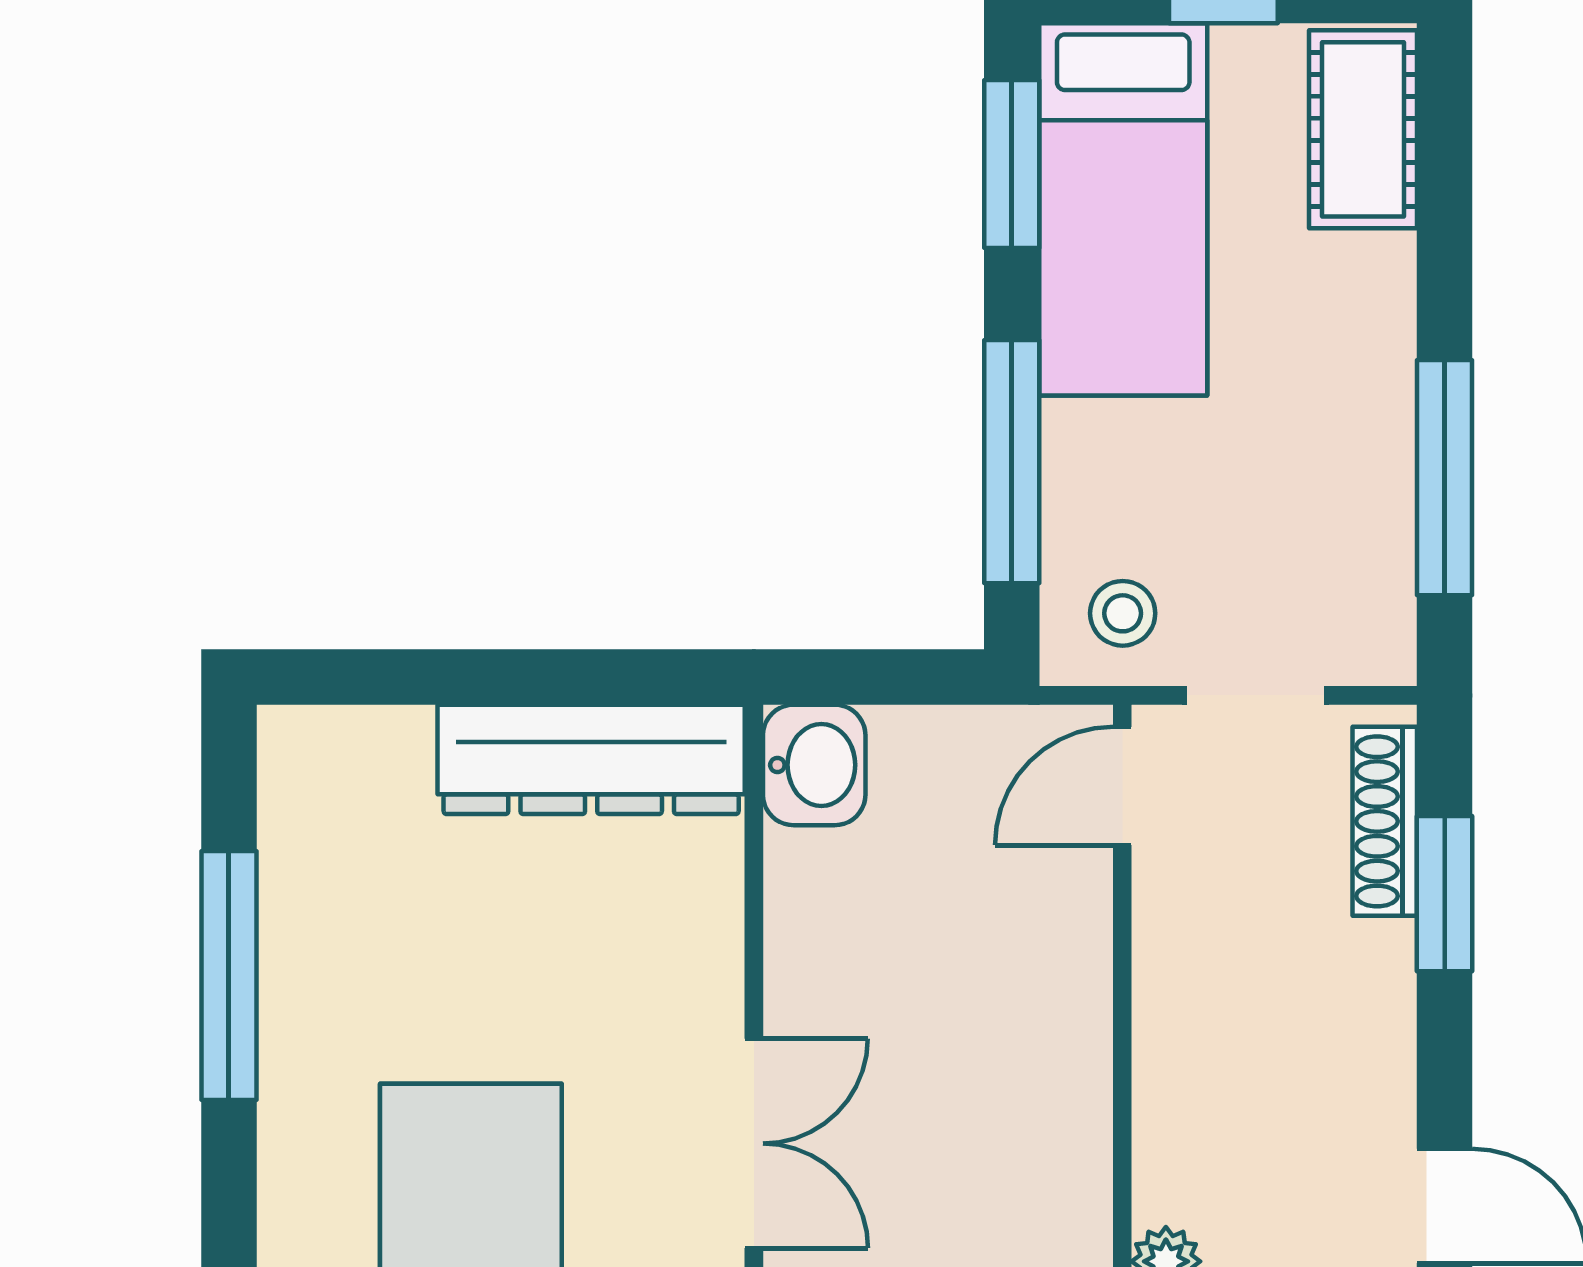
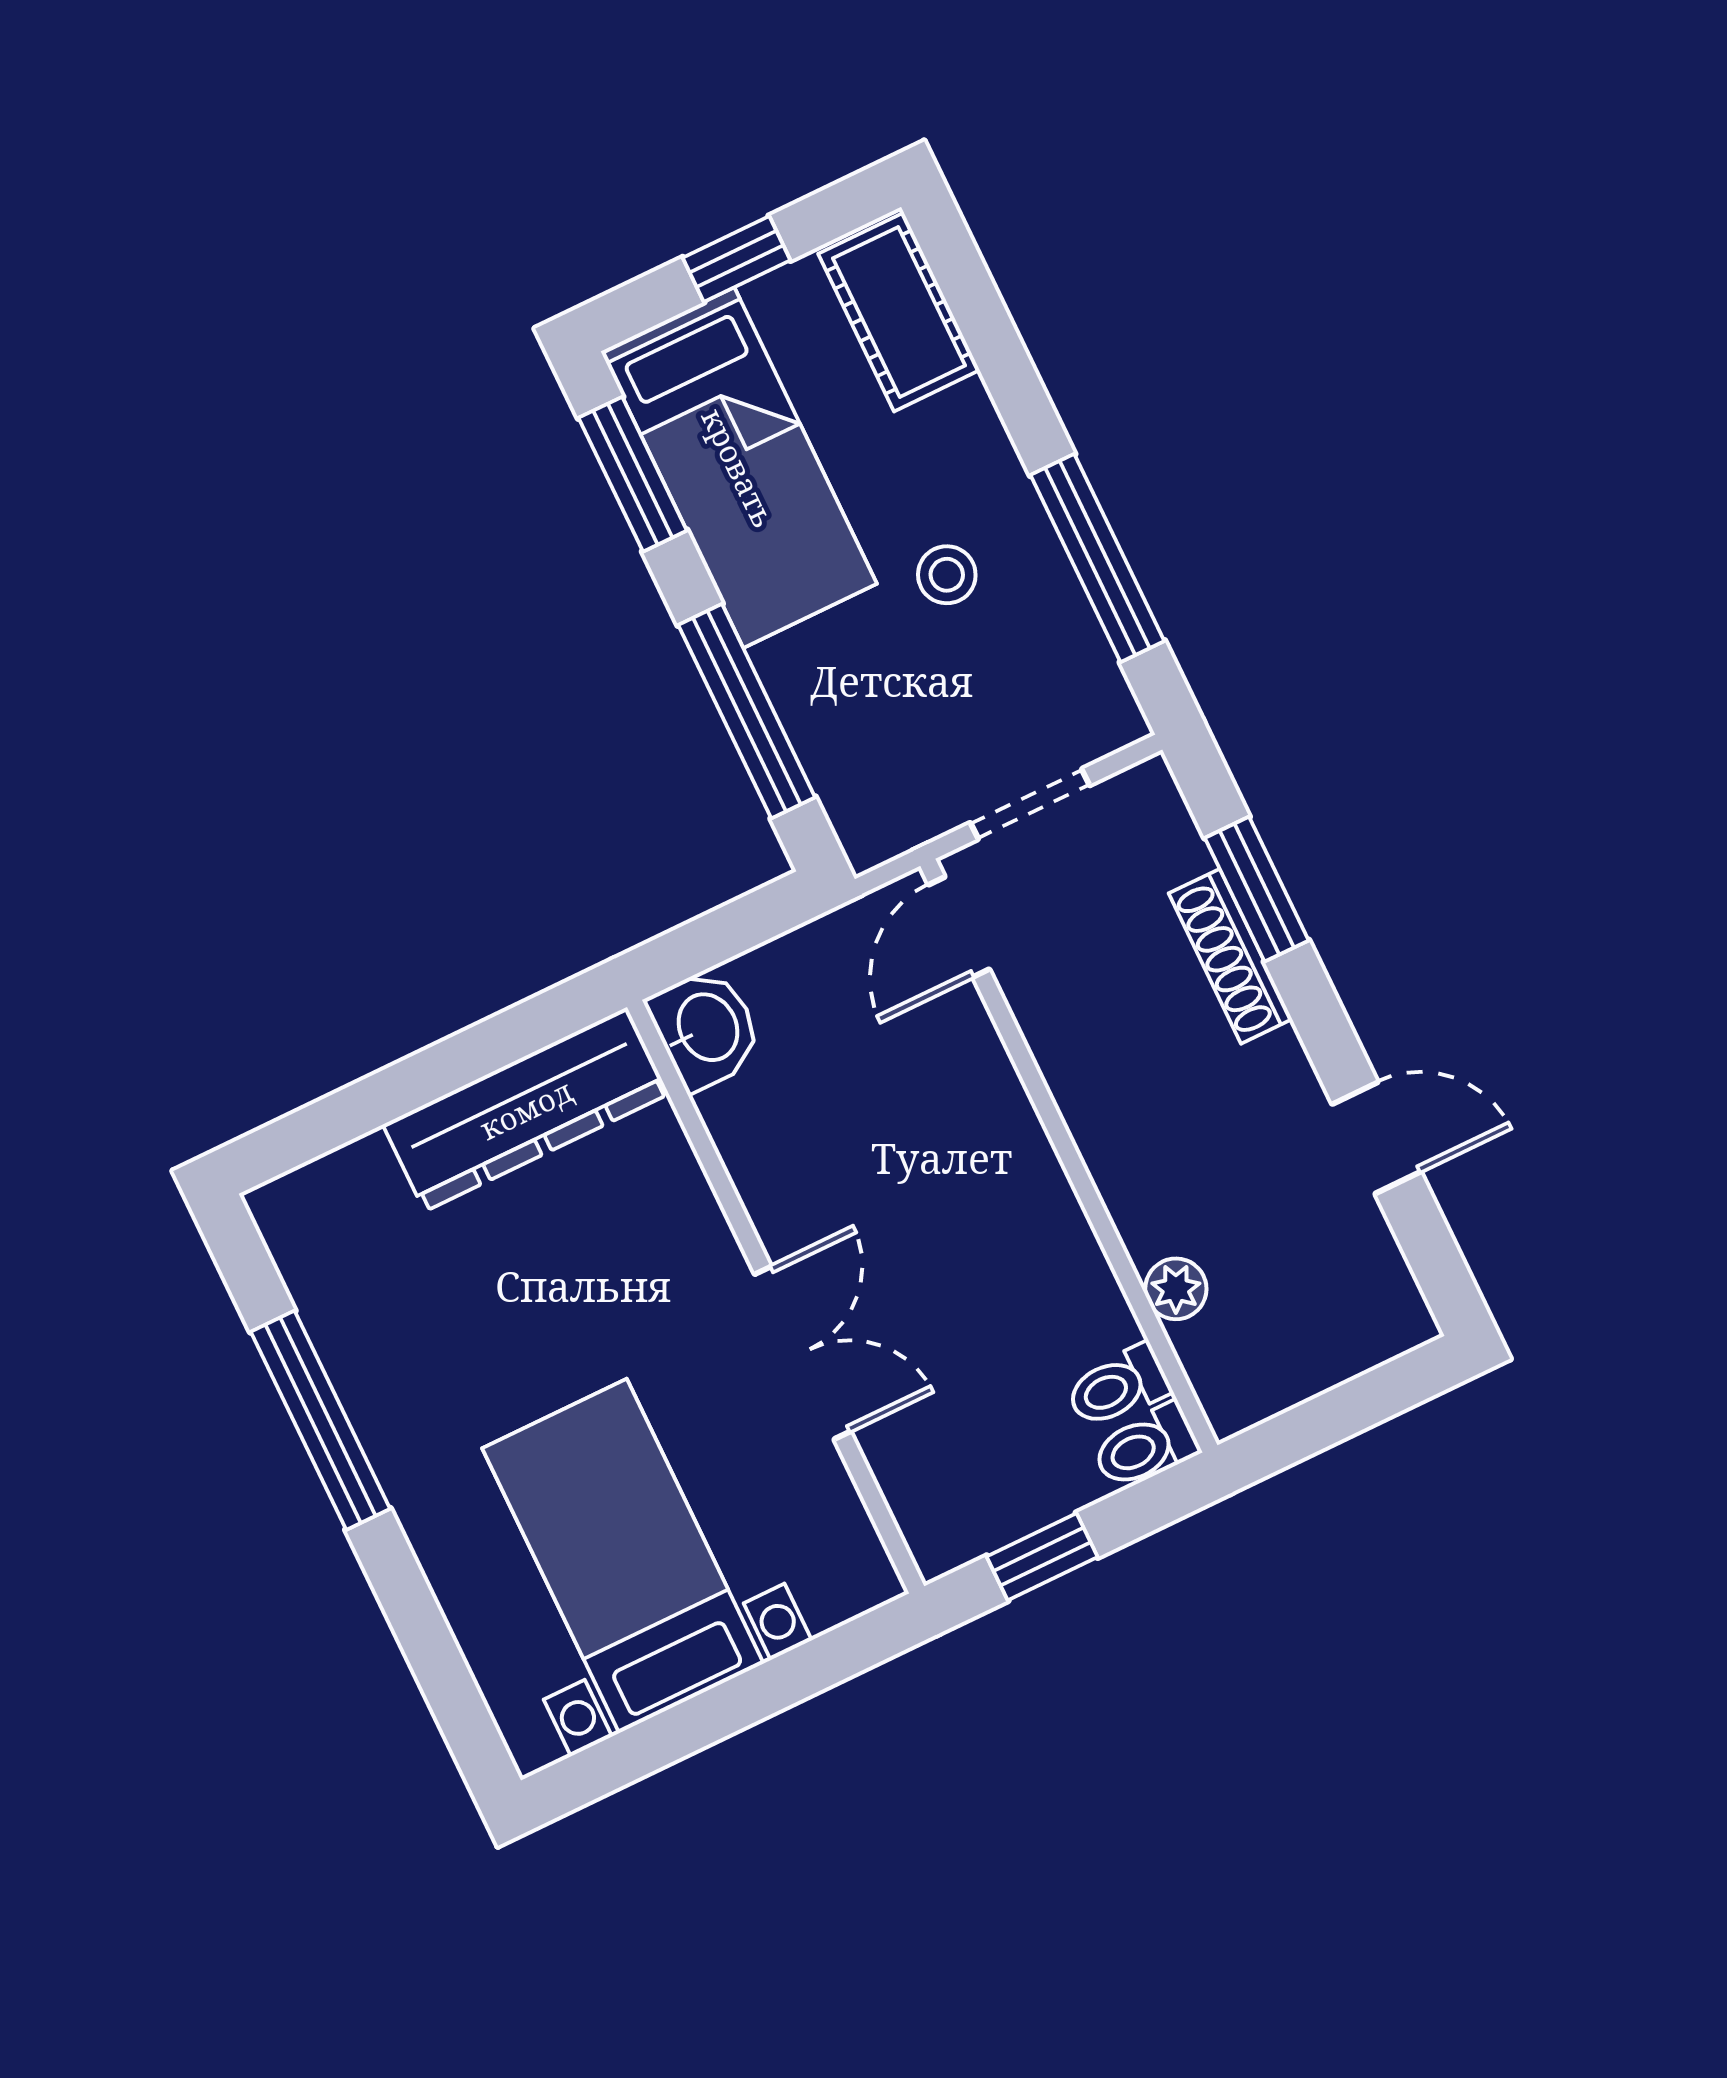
stool: (1123, 613) -> (947, 575), moved
shoe rack: (1385, 821) -> (1230, 956), moved

